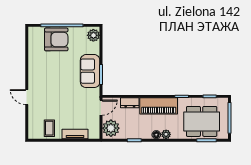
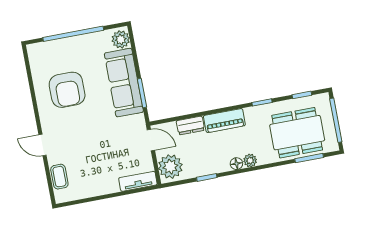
armchair: (56, 39) -> (67, 90), moved, turned 90
sofa: (90, 71) -> (124, 83), width x1.36
piano: (159, 106) -> (224, 121), width x0.73, depth x0.75
door: (101, 108) -> (151, 140), hinge flipped
coffee table: (49, 128) -> (59, 177), moved
tv unit: (75, 134) -> (138, 181), moved

